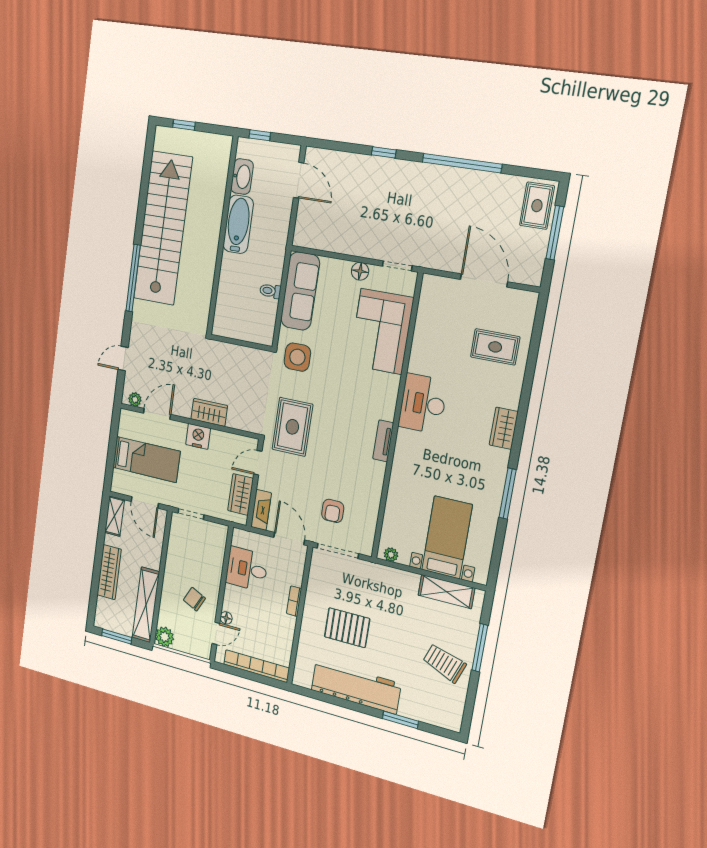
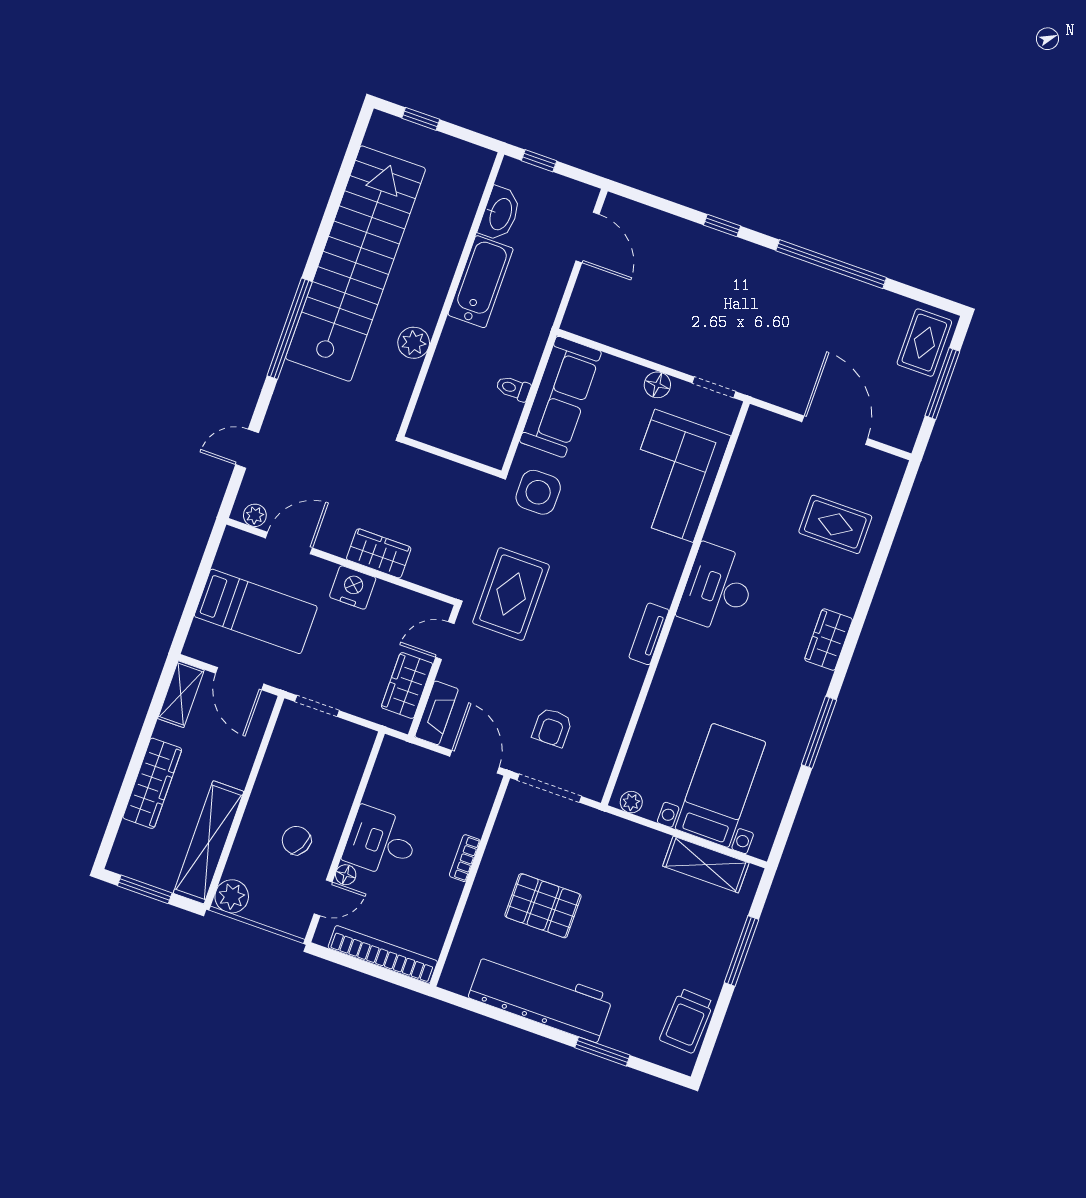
plant: (206, 273) -> (414, 343), added
desk: (247, 569) -> (381, 842), moved
trolley: (444, 663) -> (687, 1021), moved, turned -107

